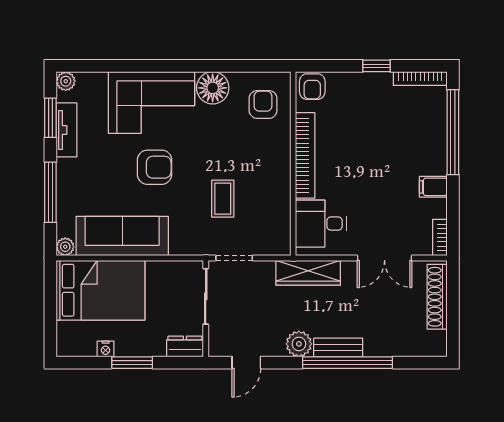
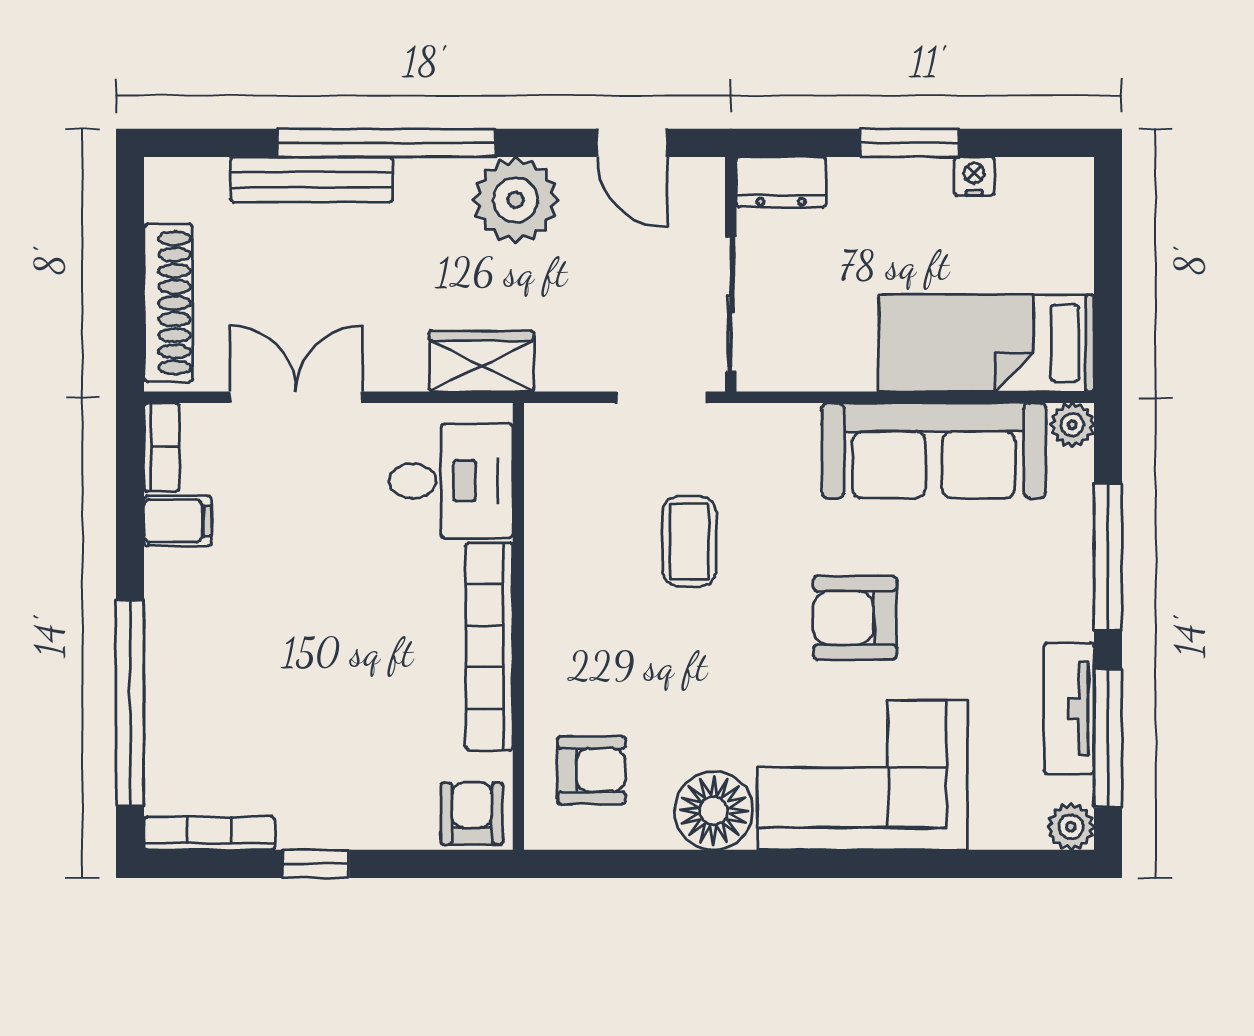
armchair: (263, 104) -> (591, 770), turned -90
window: (50, 118) -> (1108, 738), width x1.44
filing cabinet: (433, 187) -> (178, 521), moved
wardrobe: (308, 273) -> (482, 361), width x0.67
bed: (101, 290) -> (986, 343), width x0.67
plant: (299, 344) -> (516, 200), width x1.36, depth x1.36
bench: (338, 348) -> (312, 180), moved, width x1.36
door: (246, 363) -> (632, 143), swing flipped

